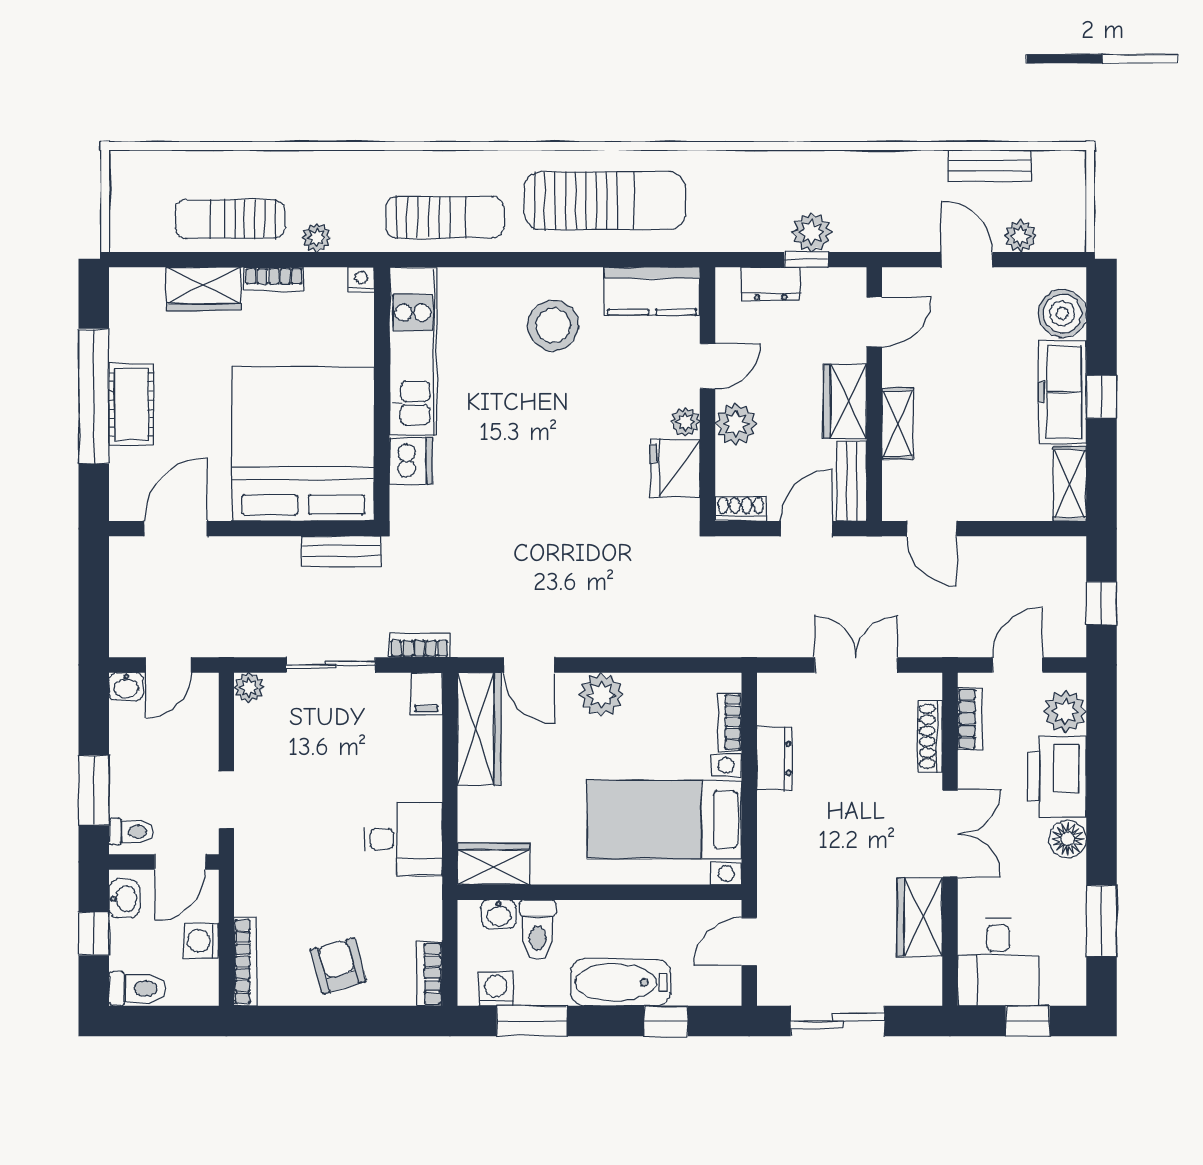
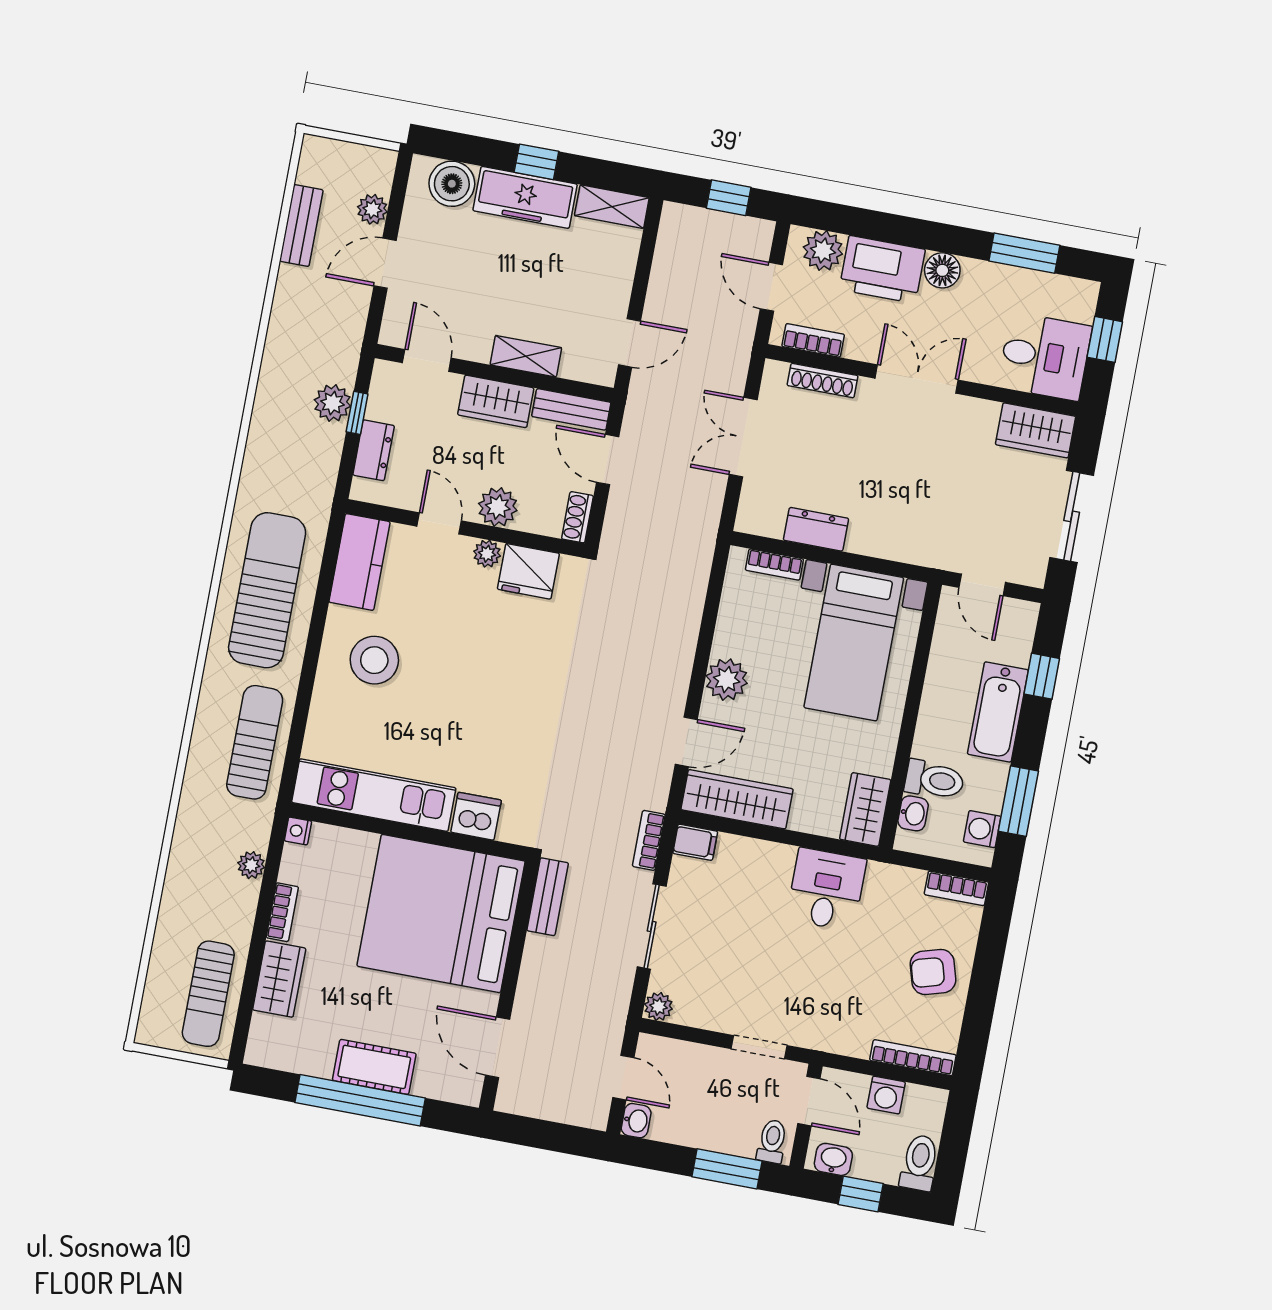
sun lounger: (230, 219) -> (208, 994), moved
wardrobe: (920, 917) -> (1036, 430), moved

